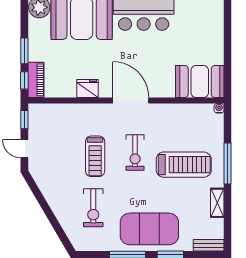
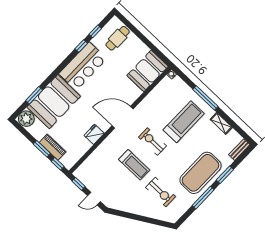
cafe table: (204, 22) -> (118, 38), added
piano: (36, 80) -> (53, 147), moved
exercise bike: (135, 153) -> (152, 142), turned 180

